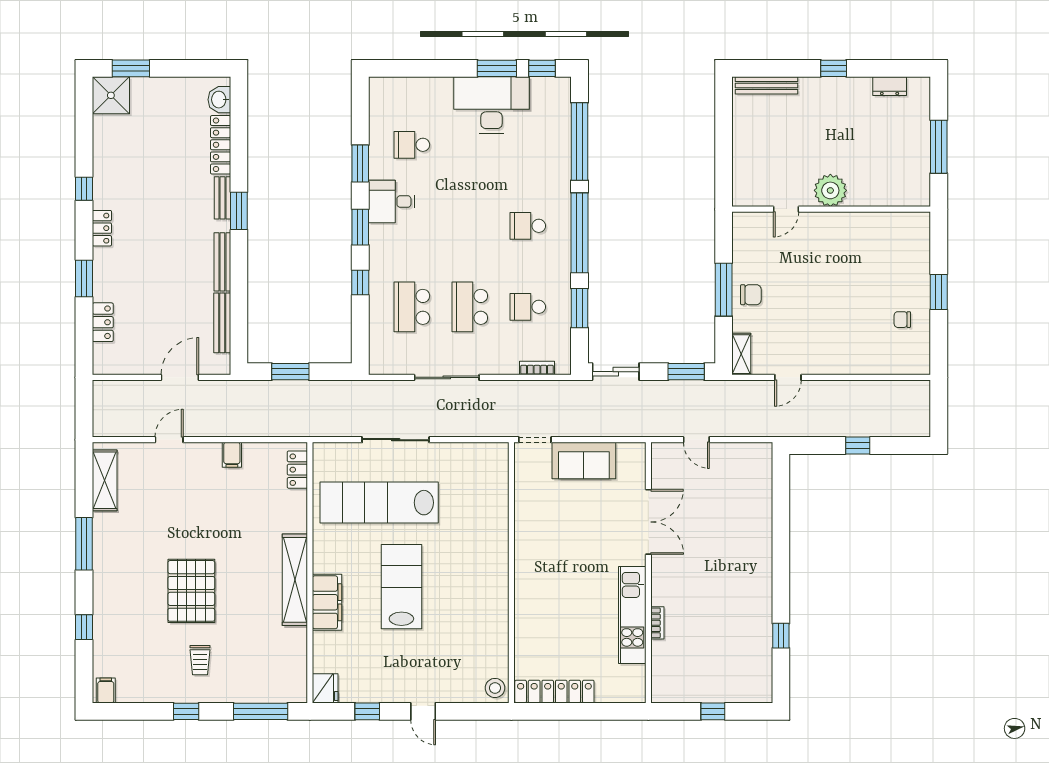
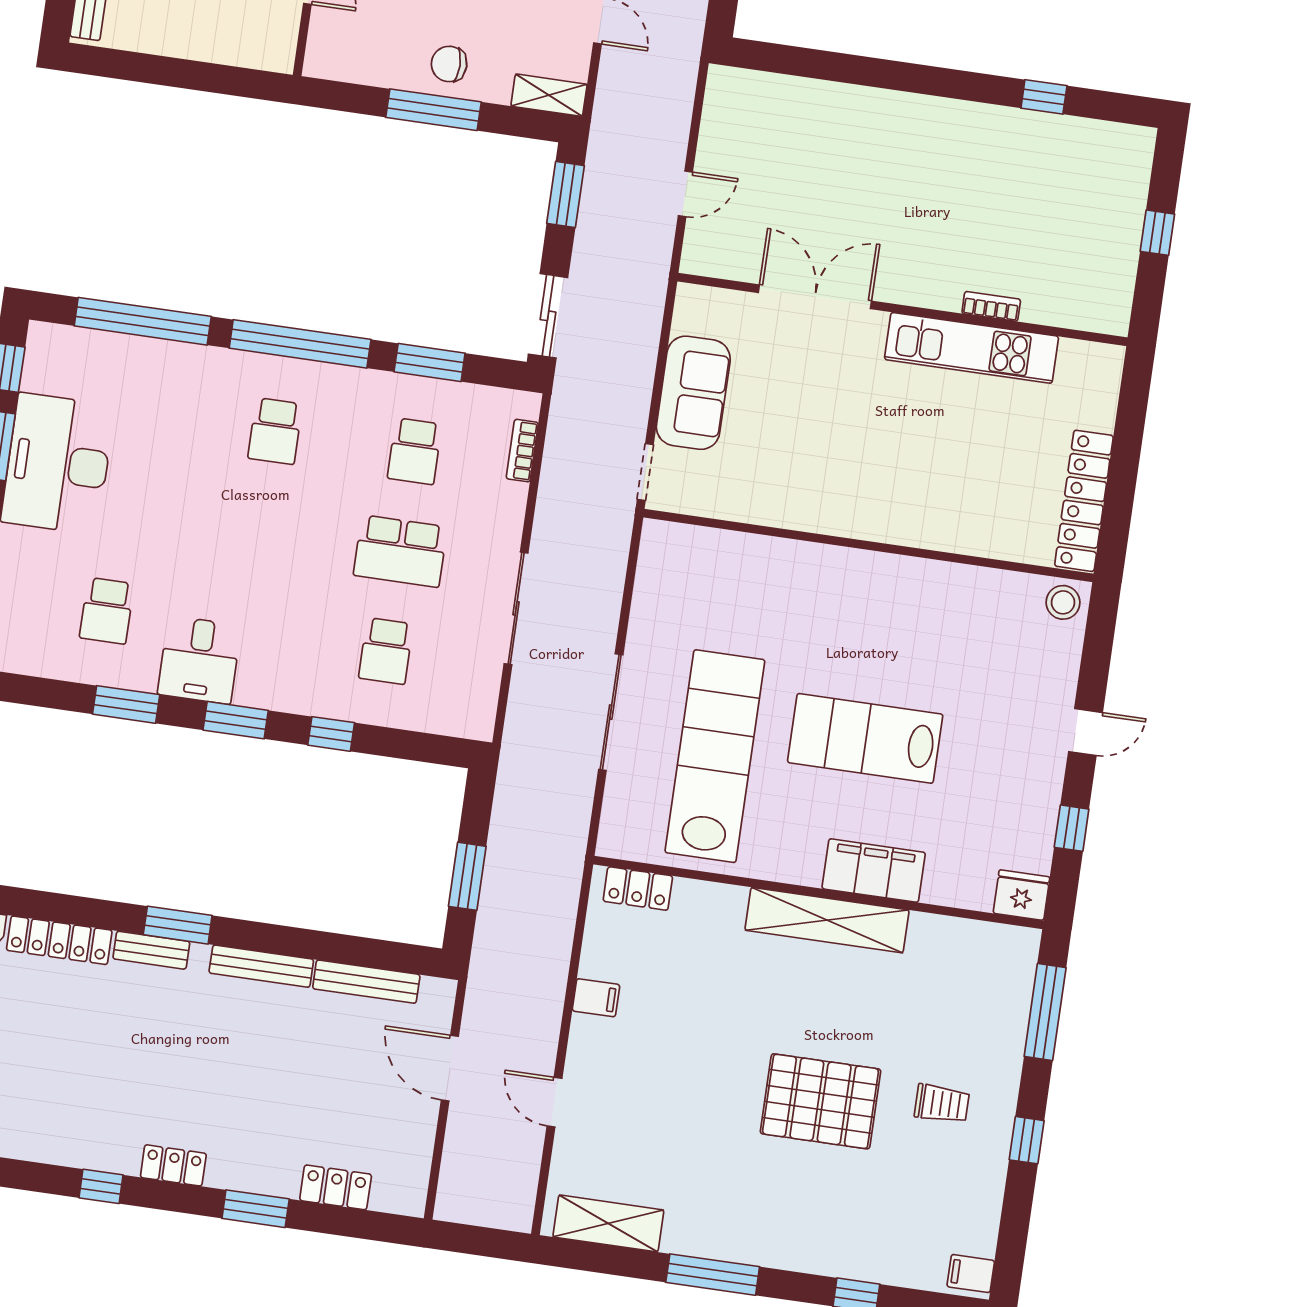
chair: (751, 295) -> (449, 64), turned -90
school desk: (412, 307) -> (386, 651), width x0.54
lab bench: (379, 503) -> (715, 756), turned 180

